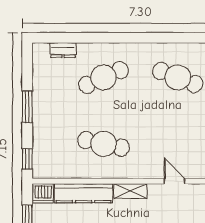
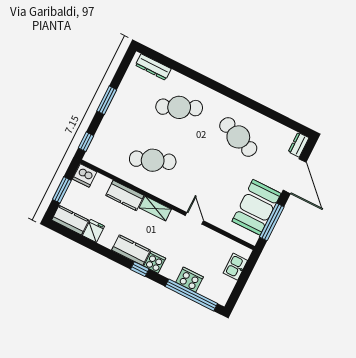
dresser: (63, 50) -> (153, 67), width x1.44
cafe table: (104, 144) -> (153, 160), turned -33
kitchen counter: (84, 193) -> (125, 195), width x0.67

